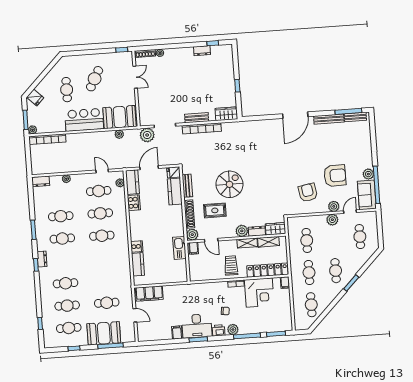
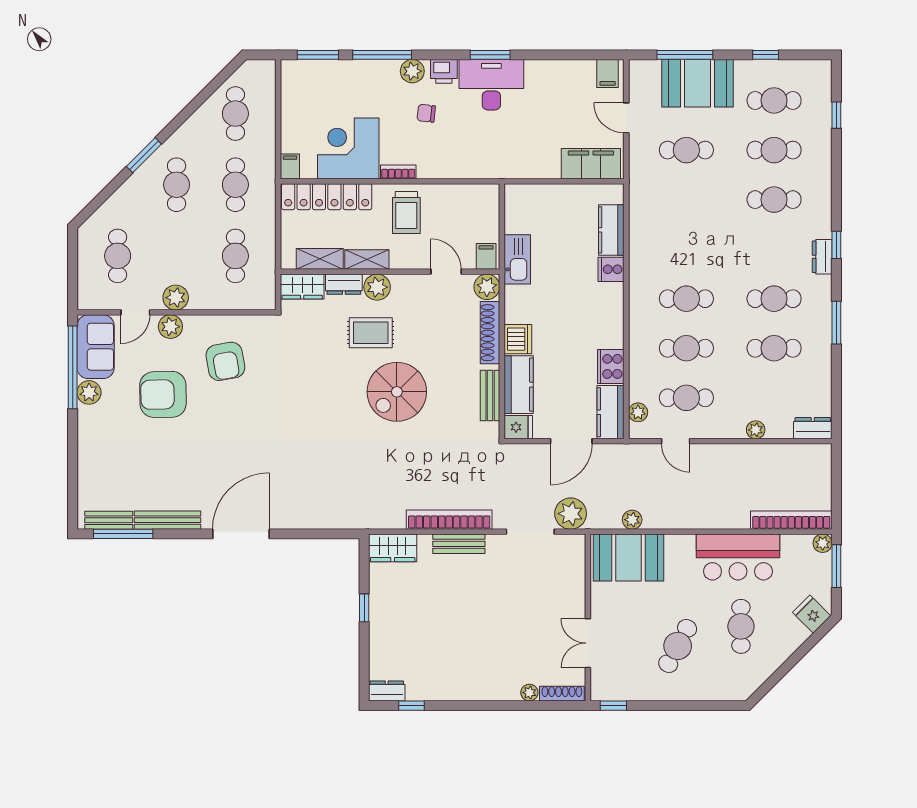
dresser: (202, 51) -> (387, 691), moved
bar counter: (84, 120) -> (738, 557), moved
rug: (215, 210) -> (371, 333), moved
dishwasher: (177, 212) -> (518, 339), added
filing cabinet: (177, 332) -> (608, 73), moved

